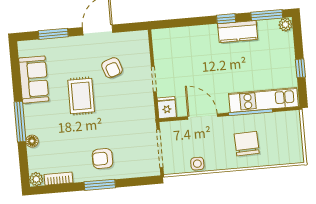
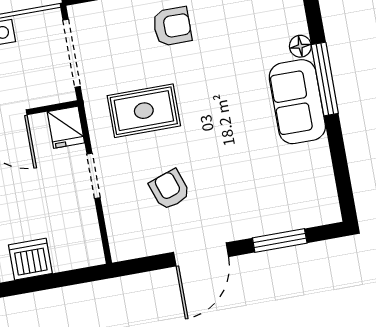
dishwasher: (193, 36) -> (30, 259), added
sofa: (34, 80) -> (297, 102), moved
rug: (81, 96) -> (144, 111), moved, turned 90

